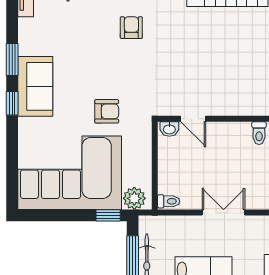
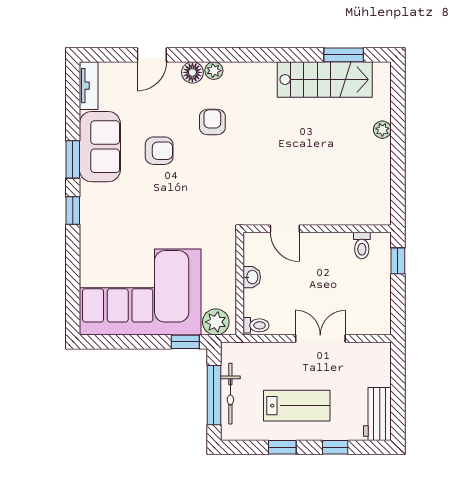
sofa: (35, 86) -> (100, 147), moved
armchair: (107, 111) -> (159, 151), moved
washbasin: (169, 129) -> (252, 277), moved, turned -90

